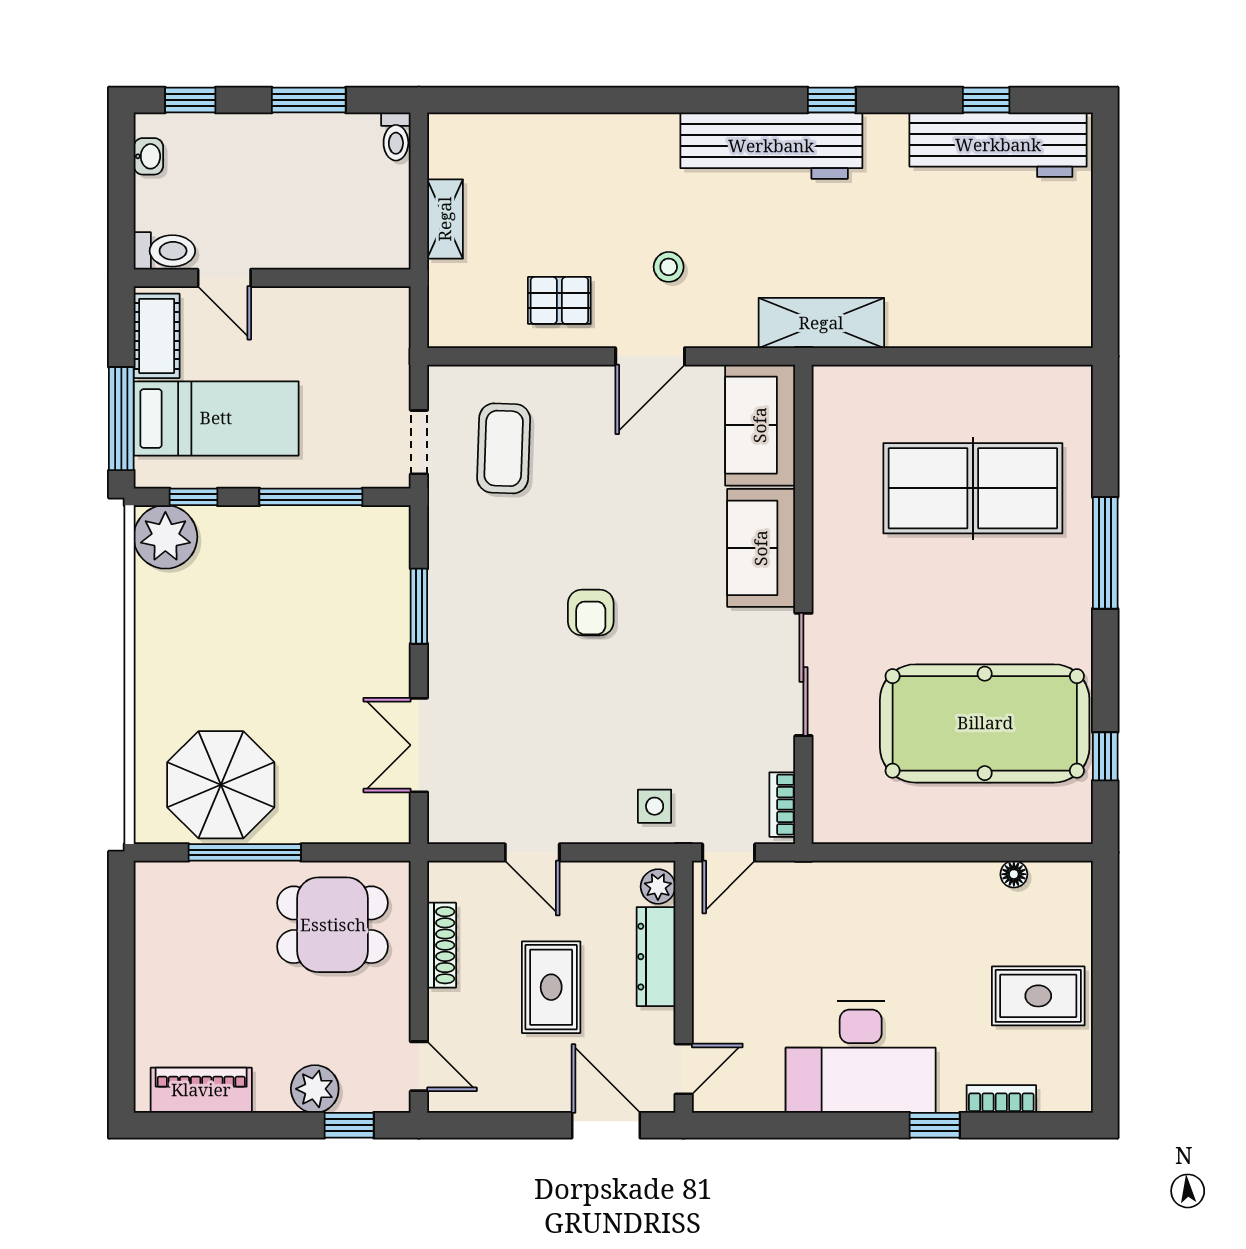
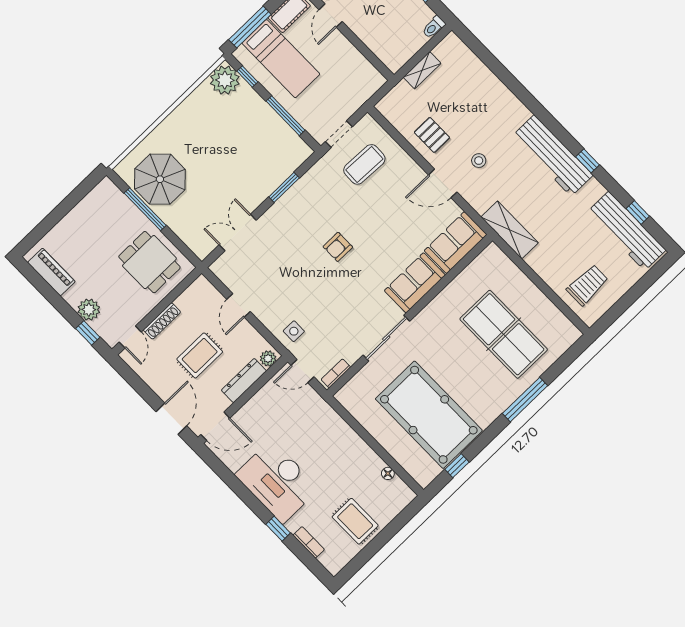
trolley: (1022, 286) -> (587, 285), added
shoe rack: (442, 945) -> (162, 321), moved
door: (684, 1069) -> (215, 426), width x1.38

